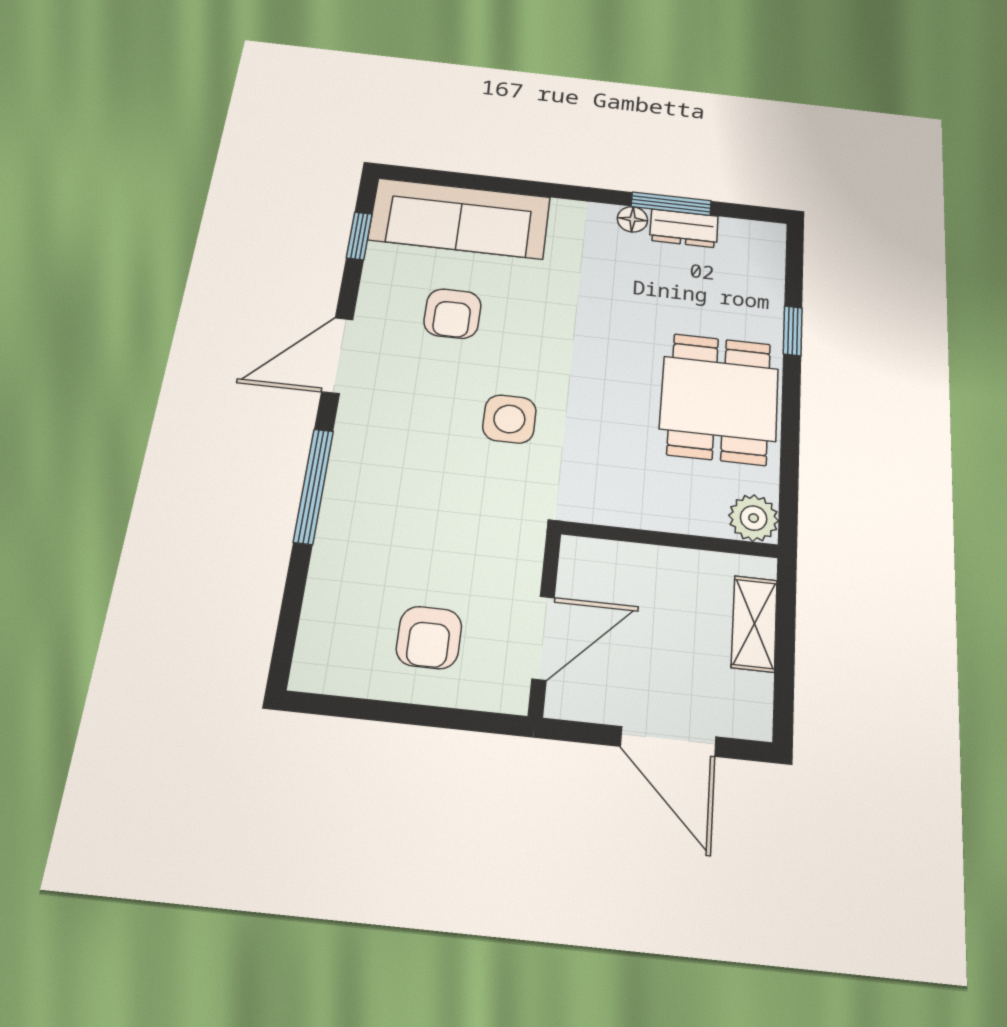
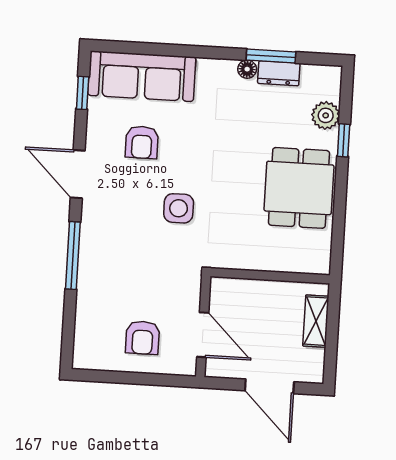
door: (337, 355) -> (78, 174), hinge flipped
plant: (754, 518) -> (326, 115), moved
door: (543, 638) -> (203, 335), hinge flipped

